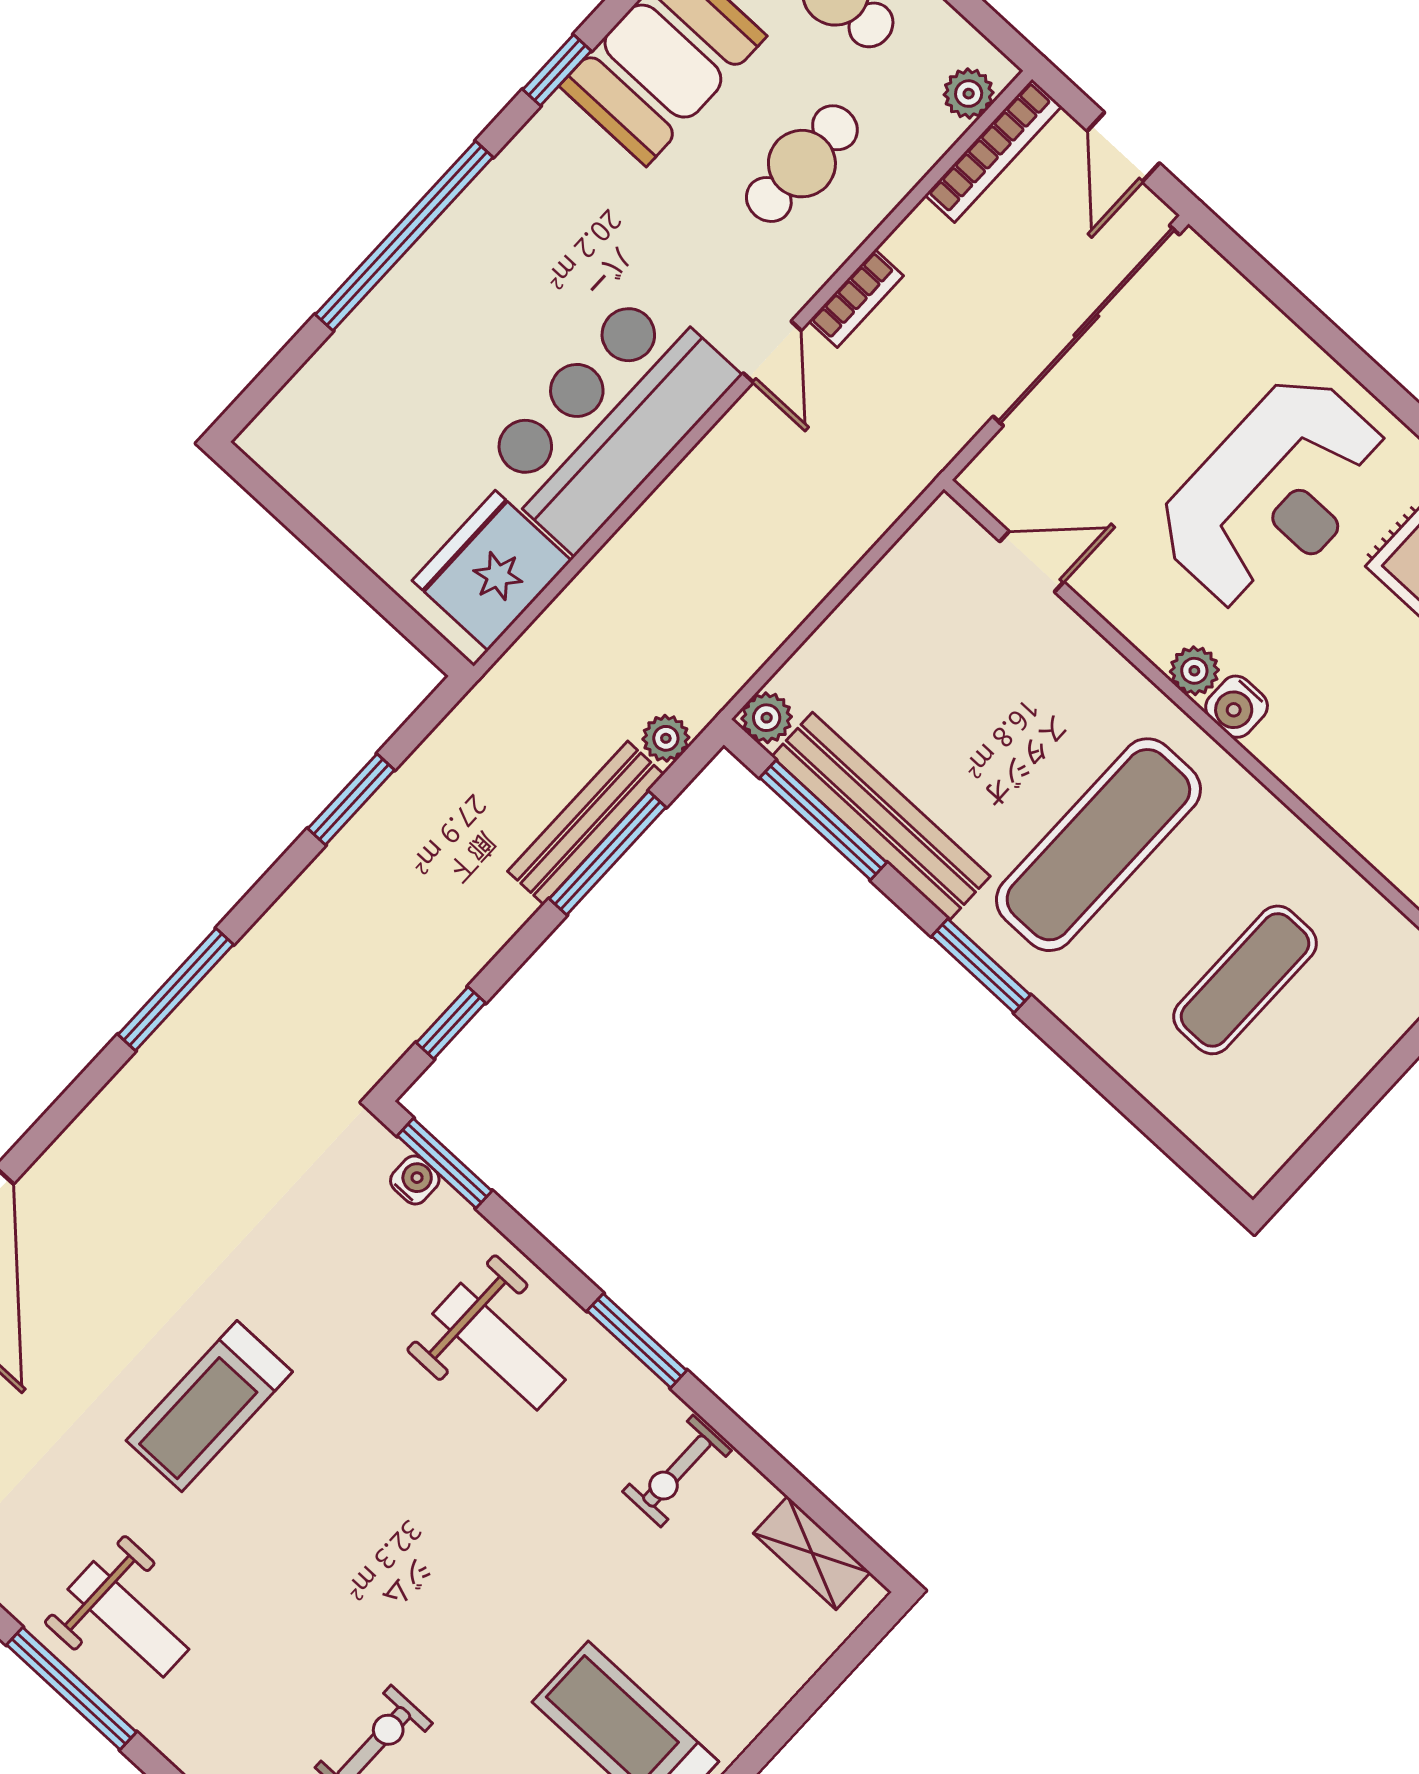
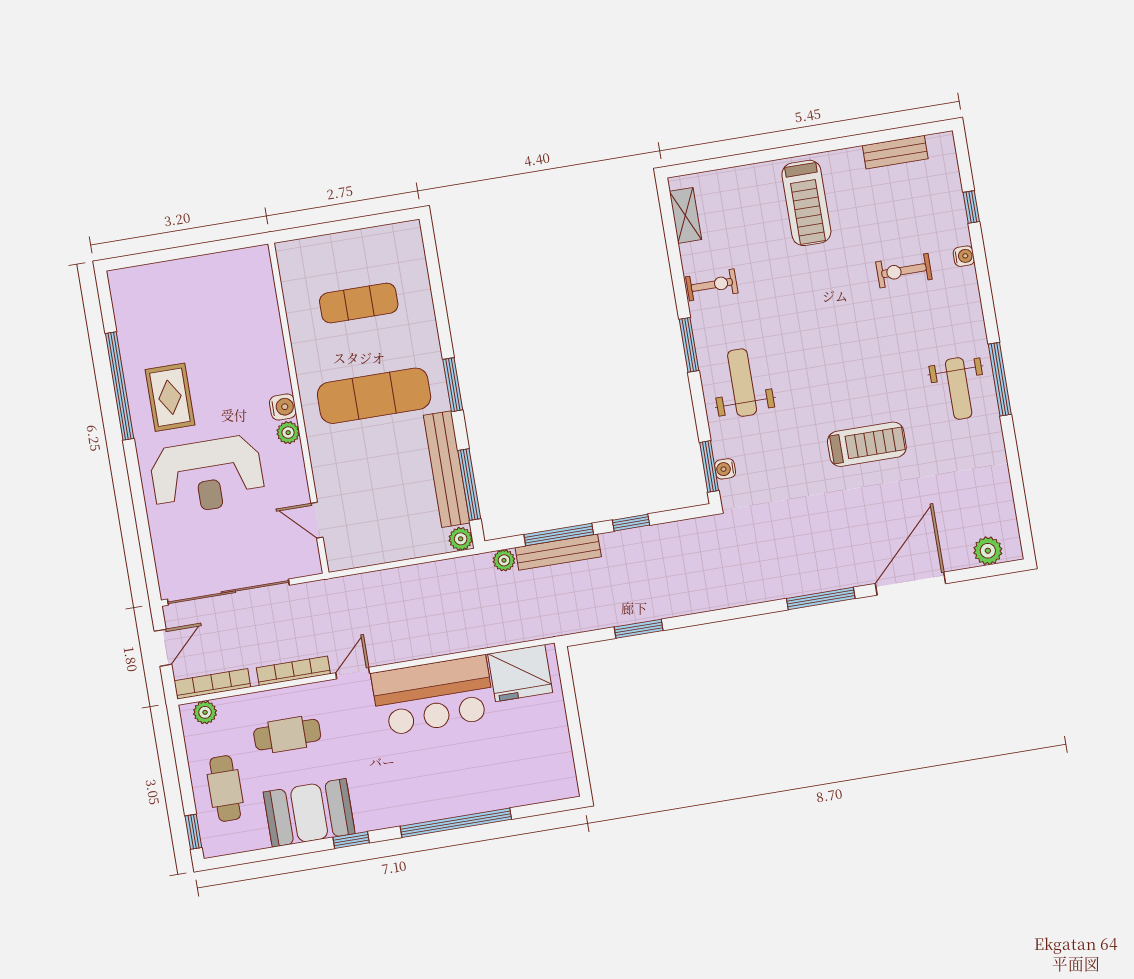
bookcase: (856, 299) -> (293, 671), width x1.56
reception desk: (1274, 494) -> (207, 475), turned 180
window: (176, 989) -> (821, 599), moved
window: (451, 1023) -> (631, 523), moved
weight bench: (128, 1619) -> (959, 388), turned 180

